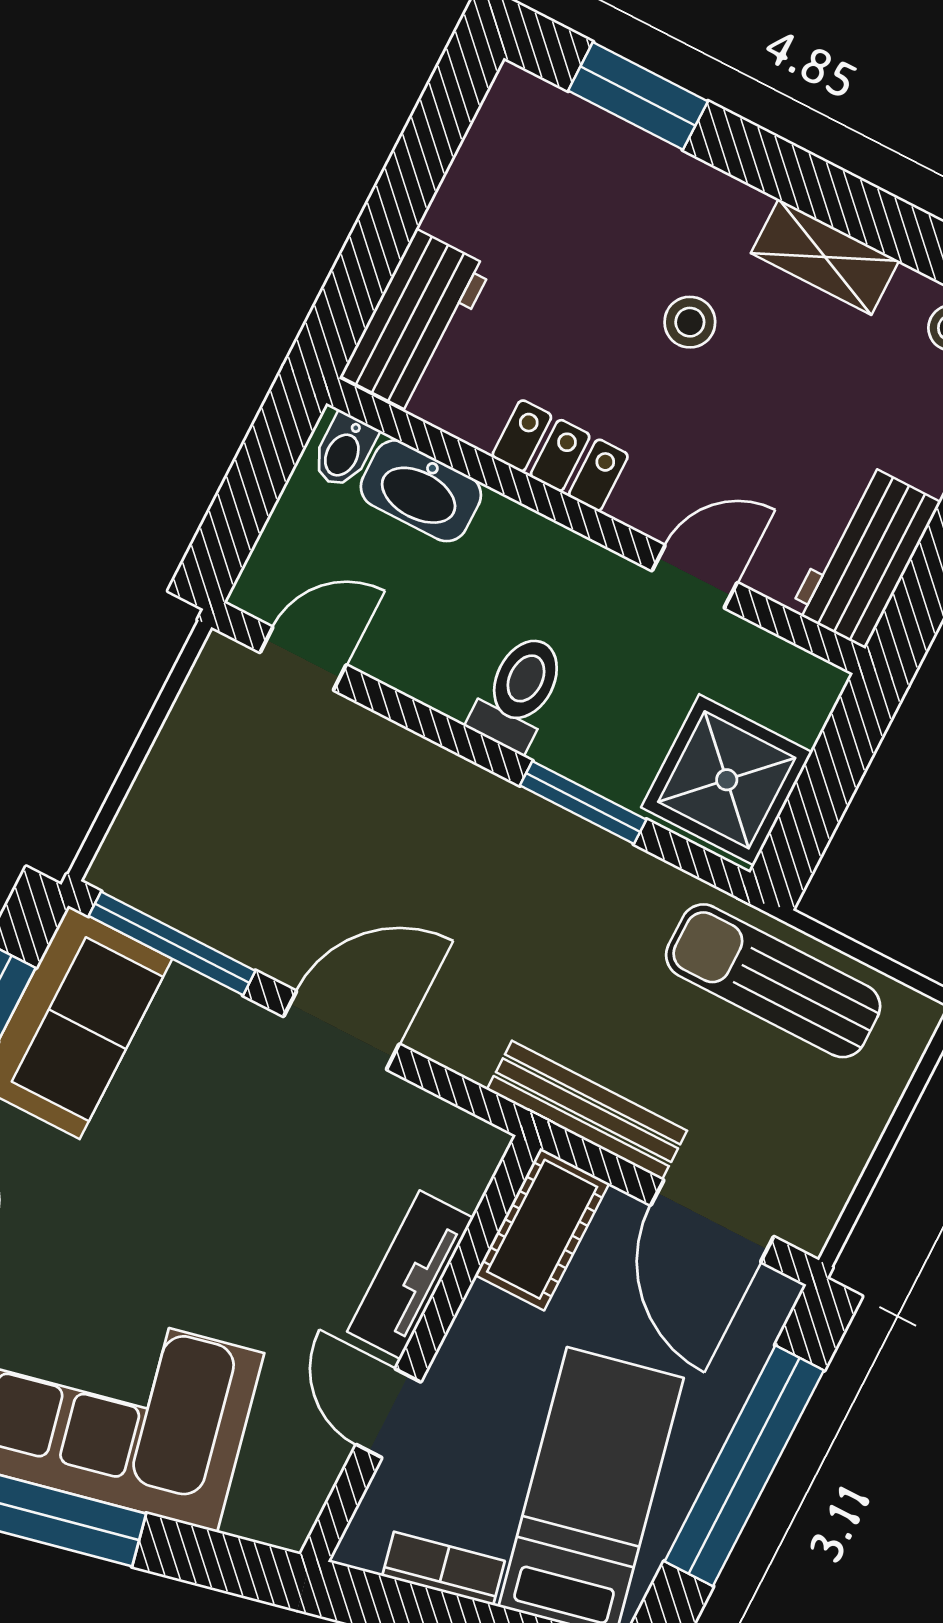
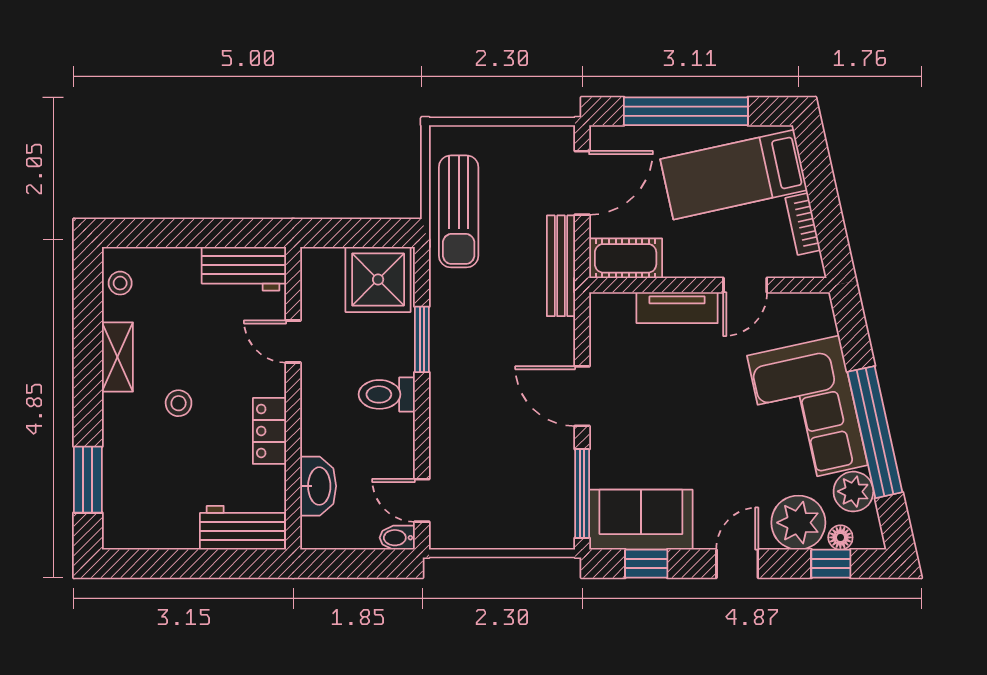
bidet: (344, 451) -> (397, 538), moved, turned 180

